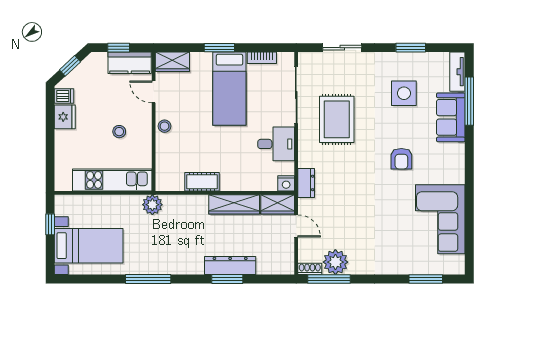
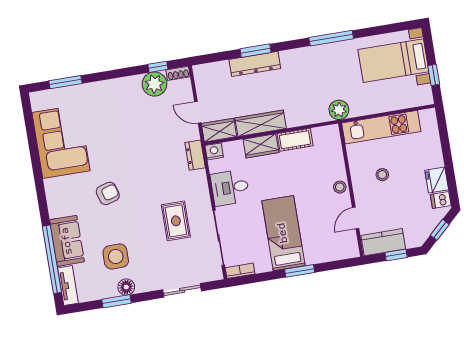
bookcase: (262, 58) -> (240, 271), moved
floor lamp: (398, 60) -> (126, 287), added
wardrobe: (172, 62) -> (261, 146), moved, turned 180
door: (154, 92) -> (356, 218), swing flipped
window: (469, 101) -> (52, 259), width x1.46
rug: (337, 119) -> (176, 221), width x0.73, depth x0.70
armchair: (401, 159) -> (108, 193), turned 74
window: (329, 279) -> (158, 67), width x0.46

